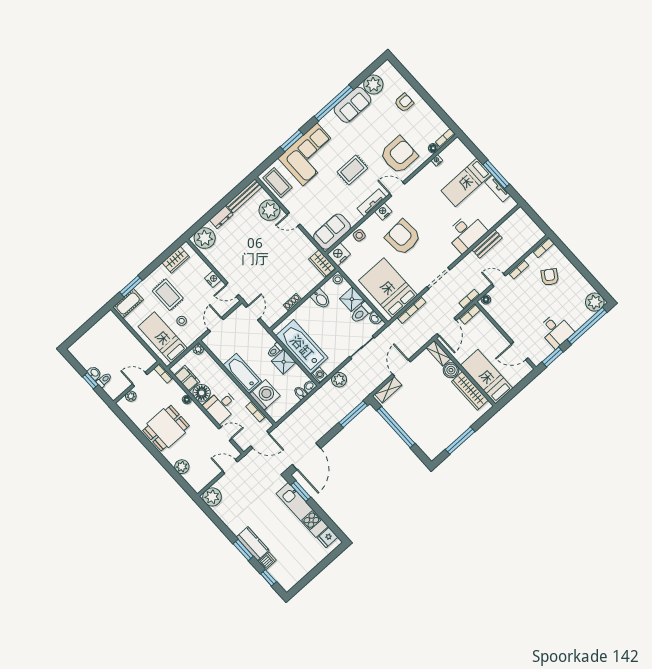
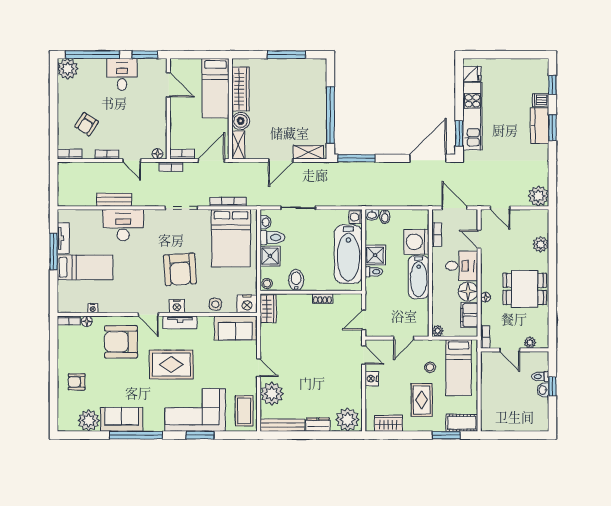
rug: (352, 170) -> (171, 365), width x1.36, depth x1.43
plant: (339, 380) -> (342, 198), removed

